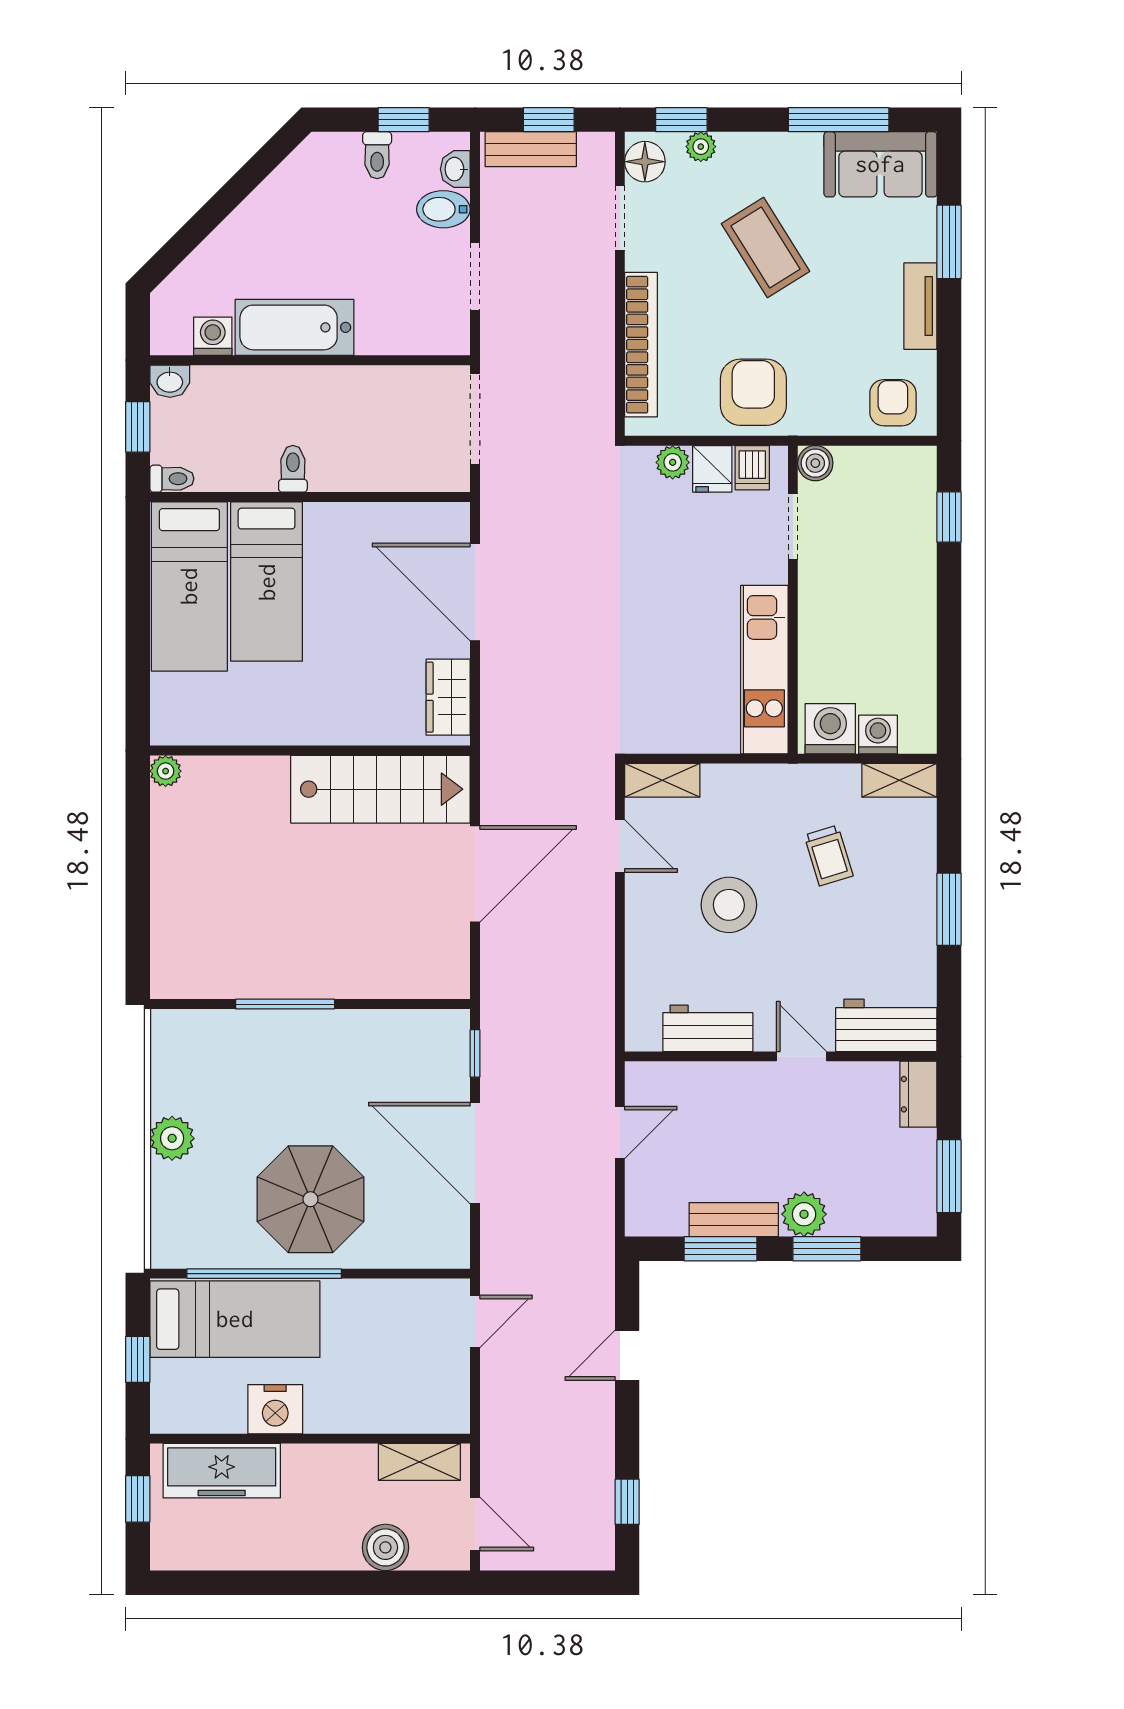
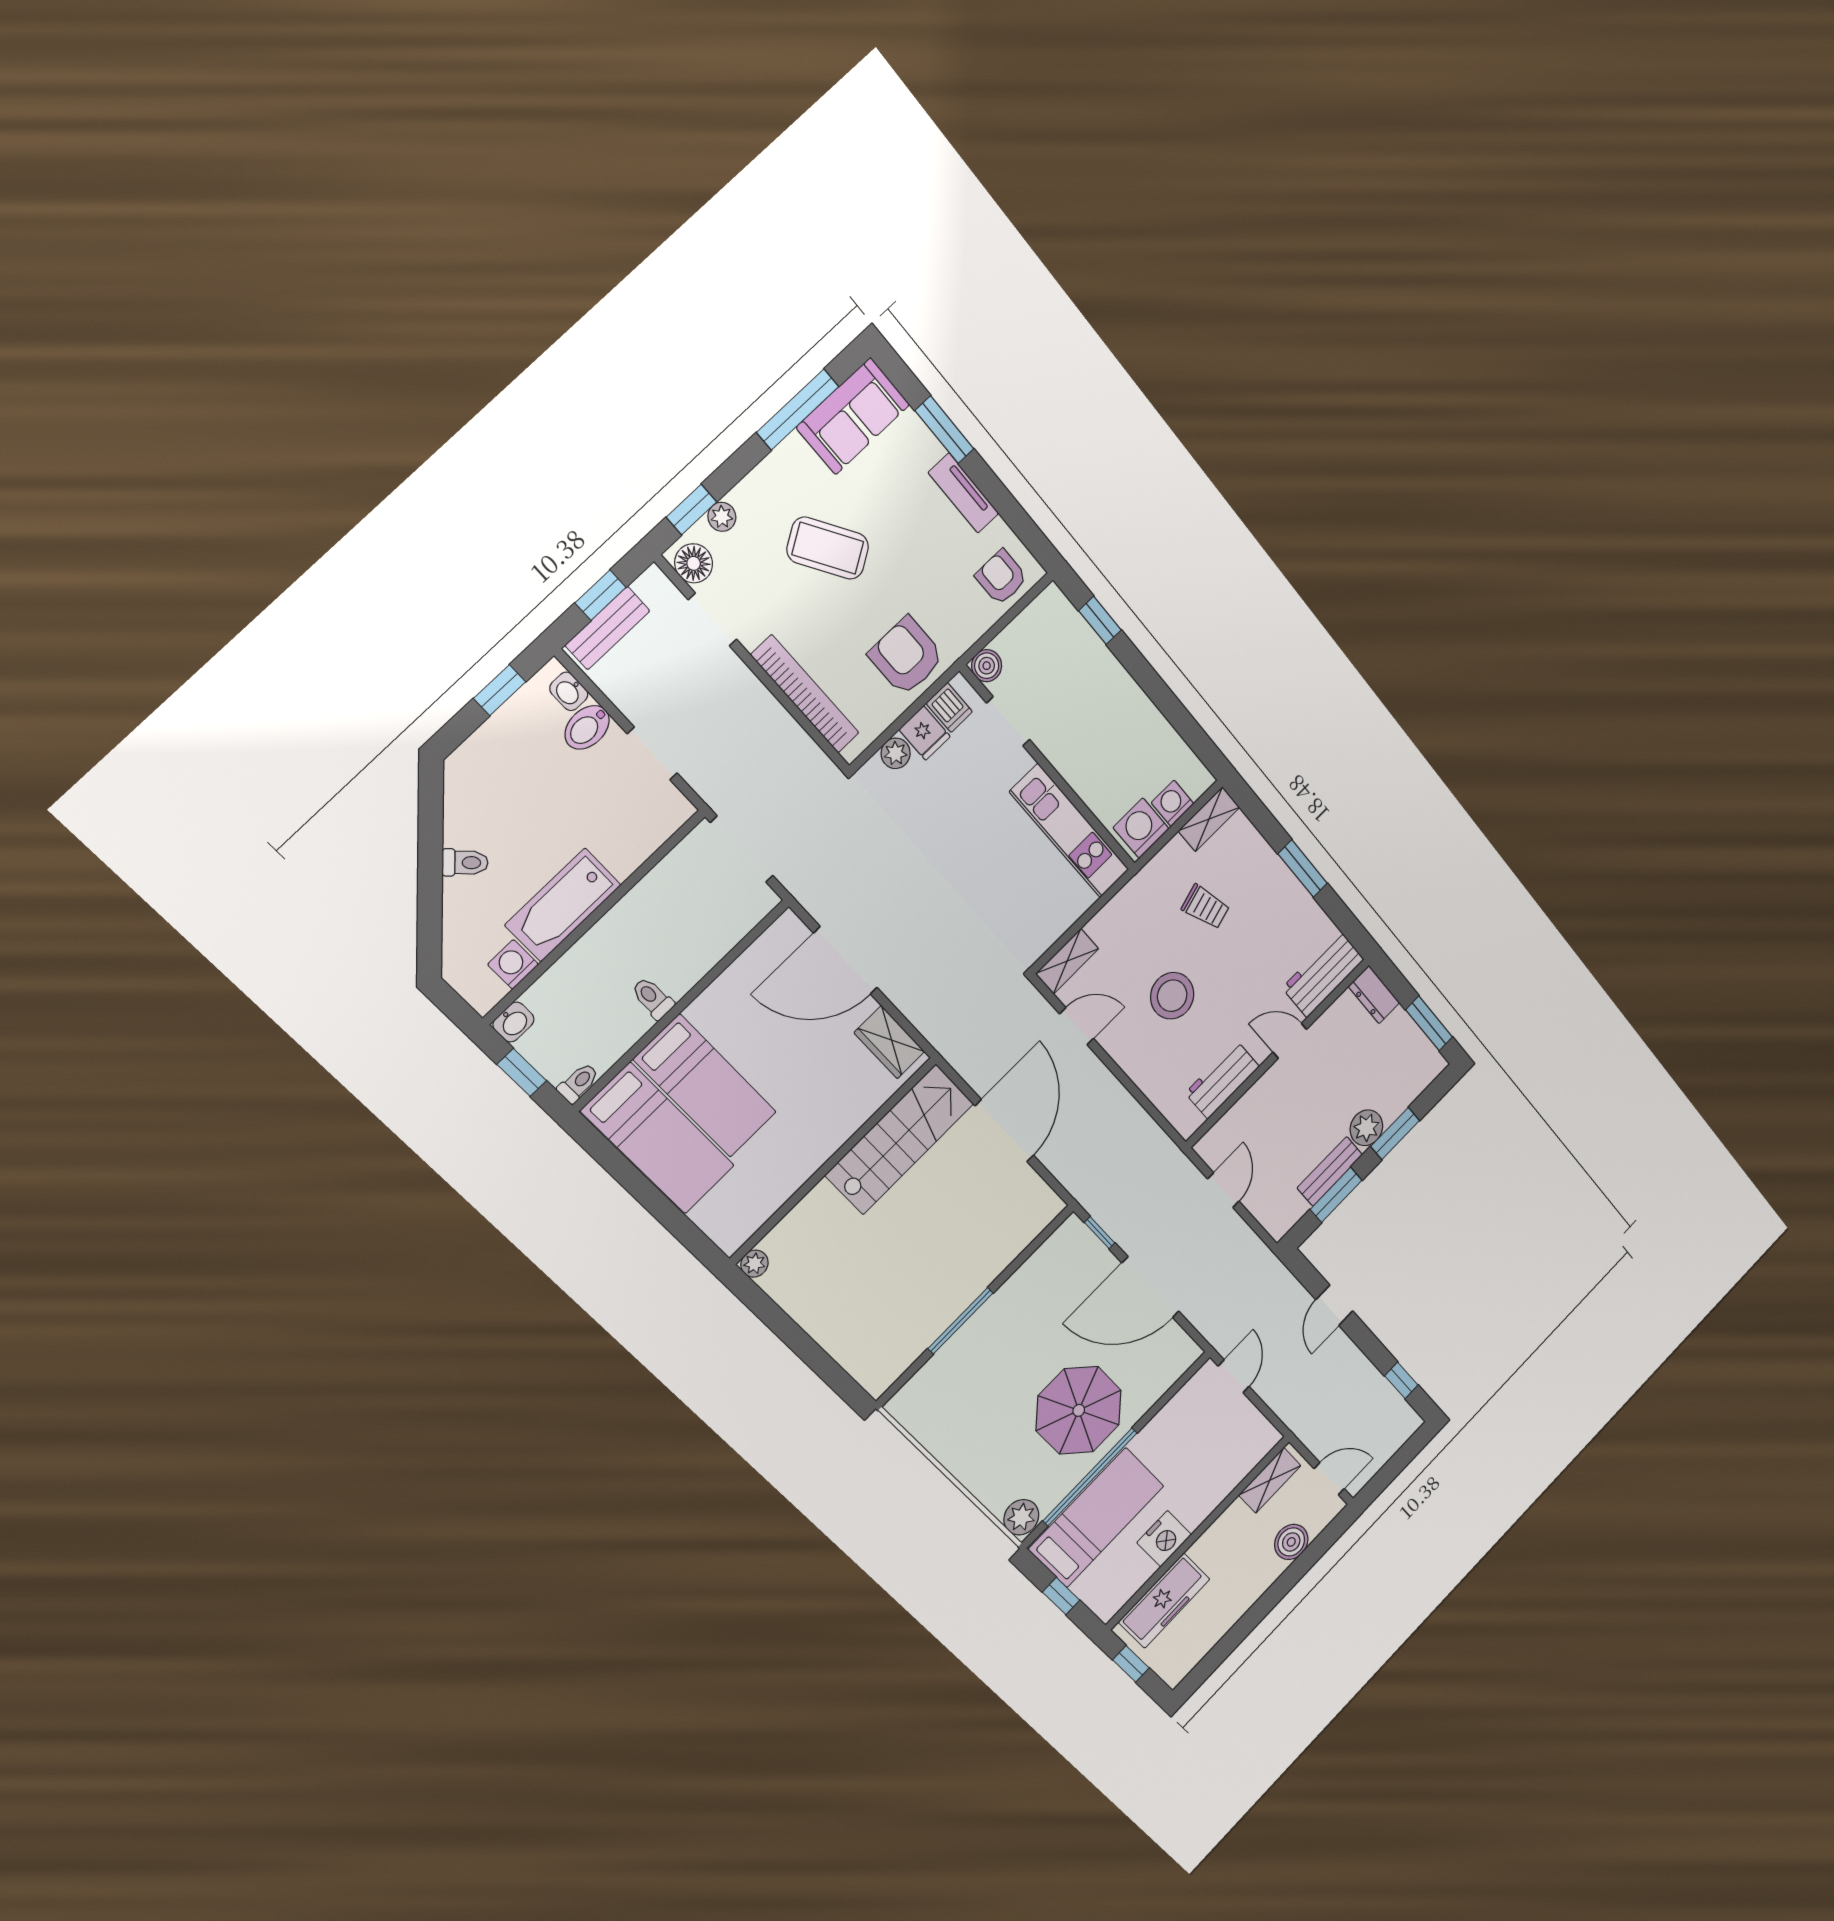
toilet: (377, 155) -> (465, 863), moved, turned -45
plant: (172, 1138) -> (1021, 1517), moved

